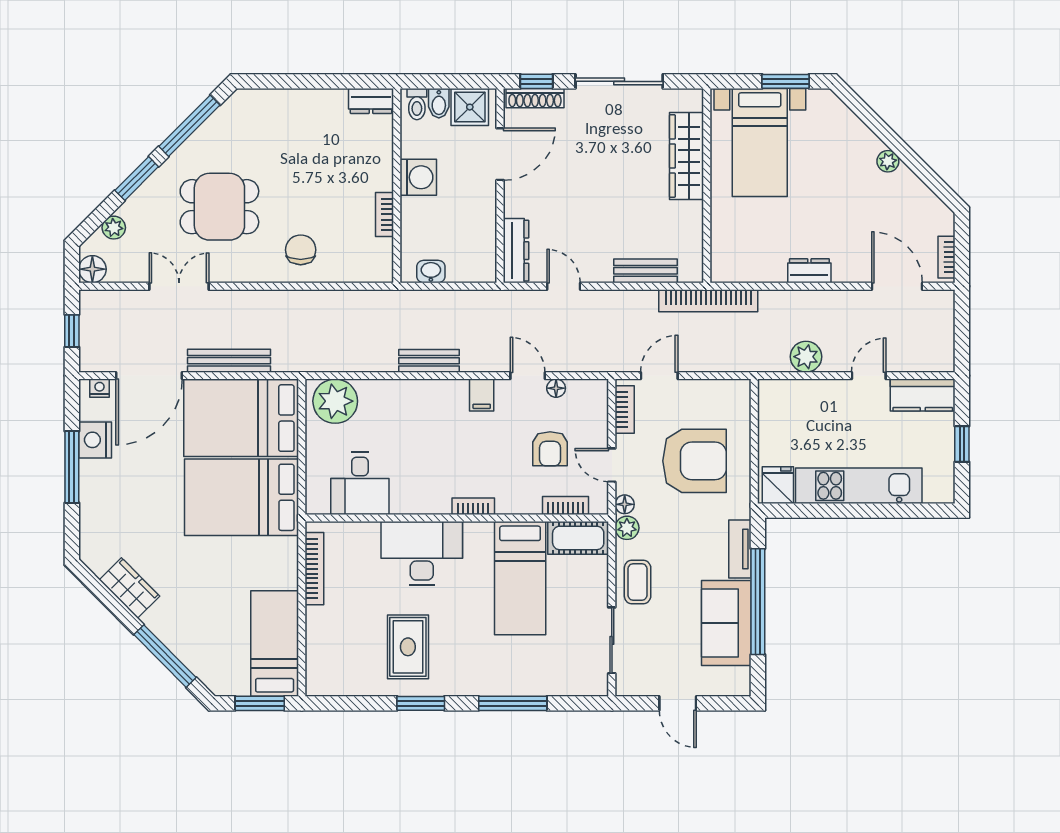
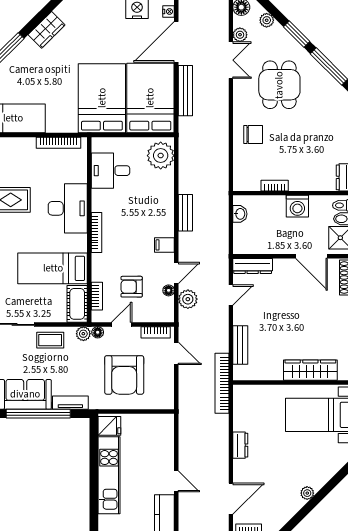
plant: (138, 271) -> (240, 35), added
plant: (806, 357) -> (188, 299), moved
door: (149, 376) -> (176, 42), hinge flipped
bookcase: (473, 506) -> (96, 233), width x1.56

